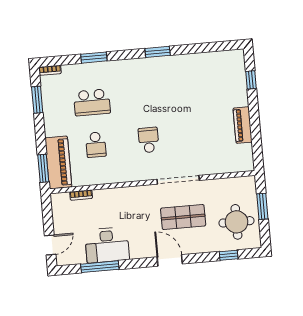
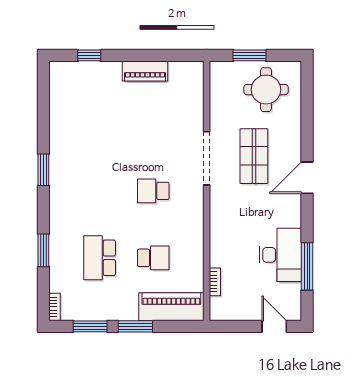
school desk: (92, 102) -> (100, 258), turned 180
window: (43, 168) -> (135, 326), moved
window: (229, 255) -> (307, 103), removed

